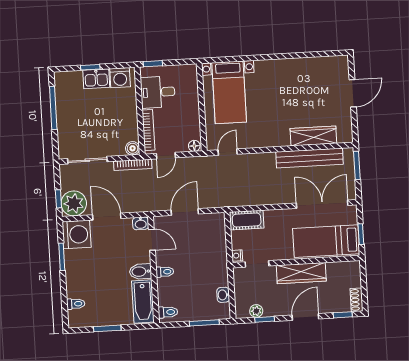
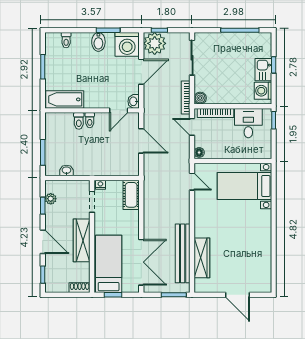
bidet: (140, 272) -> (98, 42), moved, turned 180
shoe rack: (357, 300) -> (80, 288), moved
toilet: (168, 312) -> (79, 121), moved

